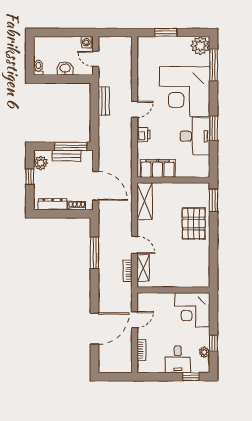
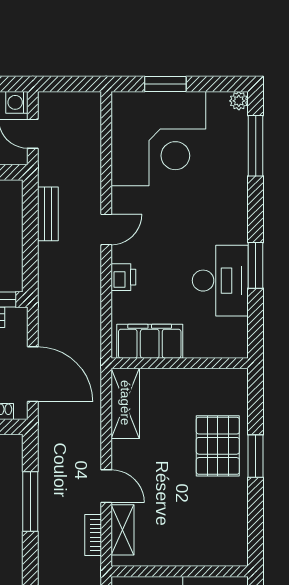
plant: (200, 46) -> (239, 101), width x0.53, depth x0.53
corner desk: (185, 92) -> (158, 139), moved, turned -90
window: (213, 200) -> (256, 456), moved

